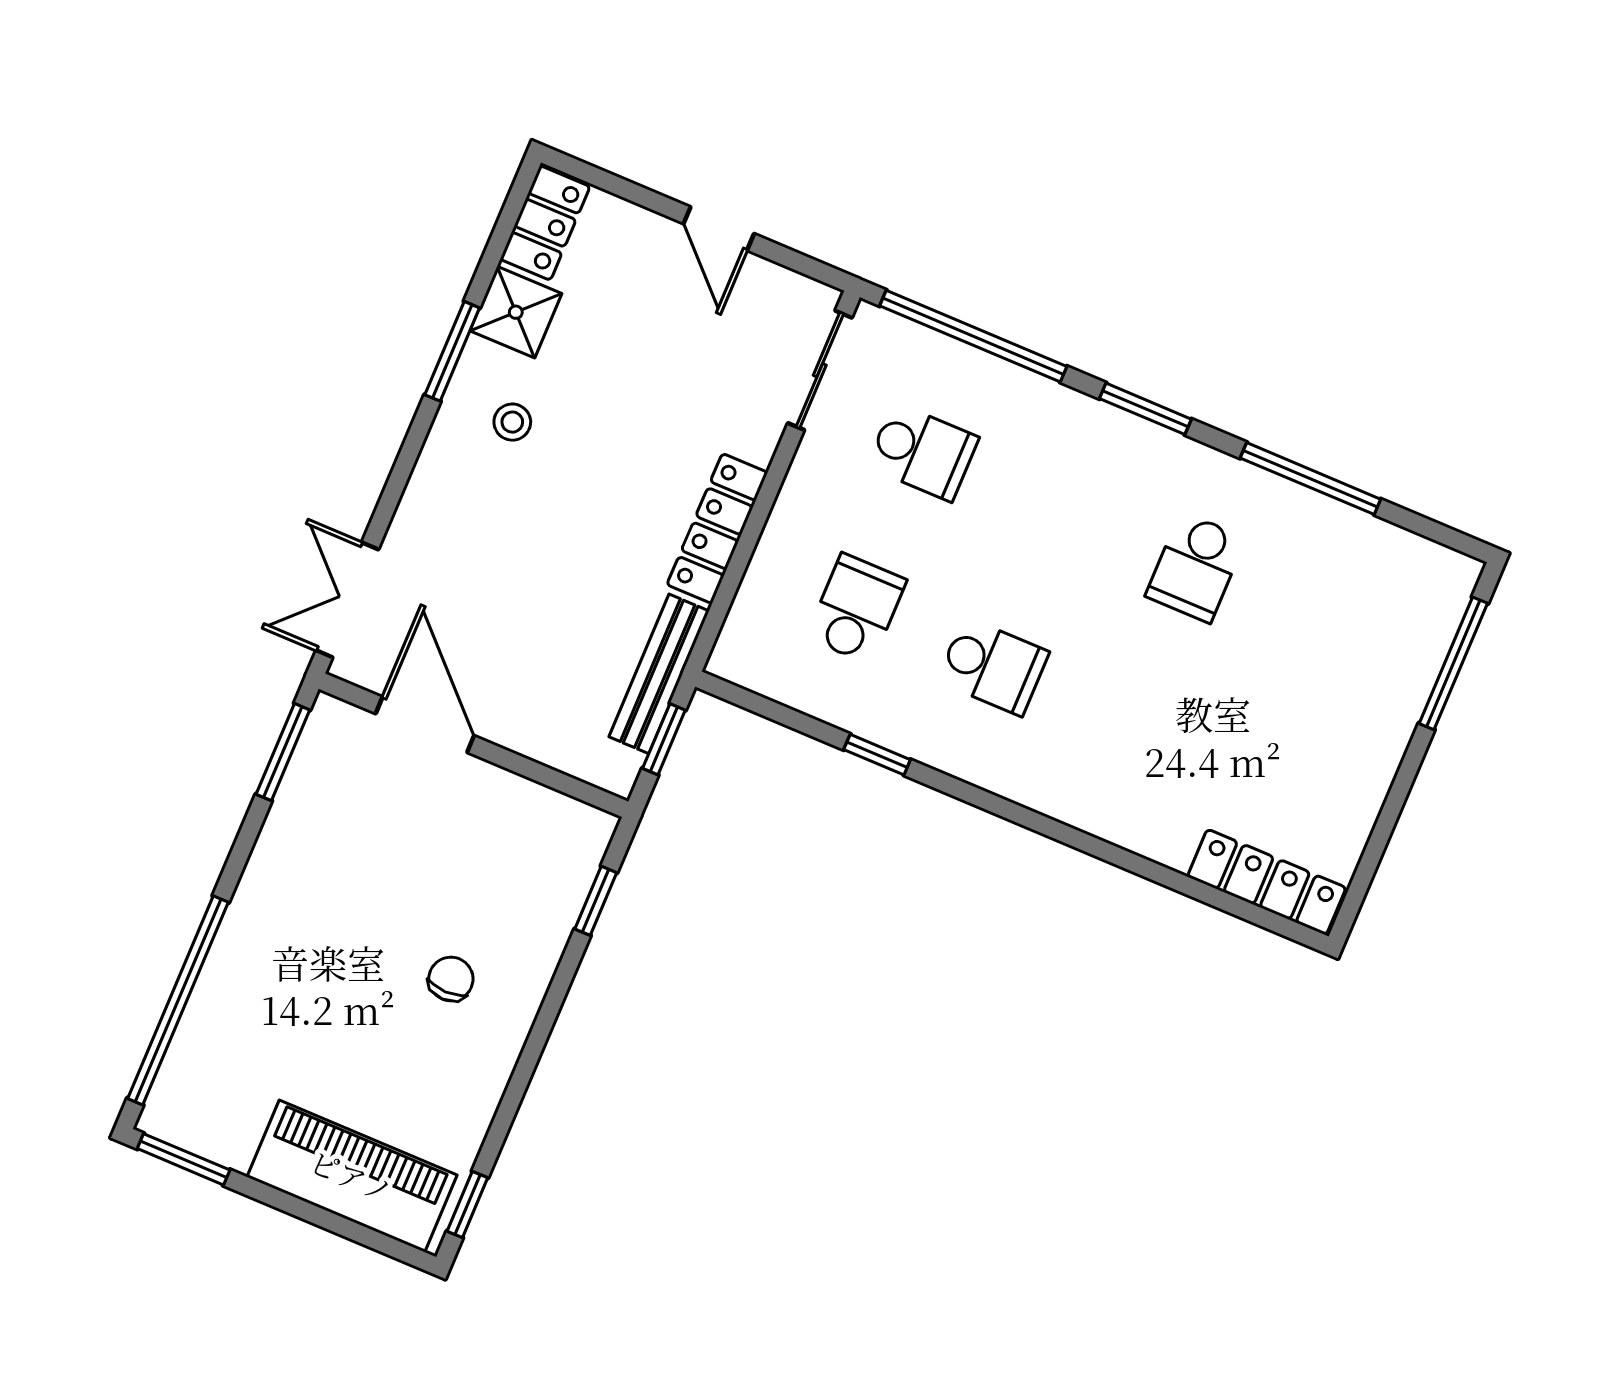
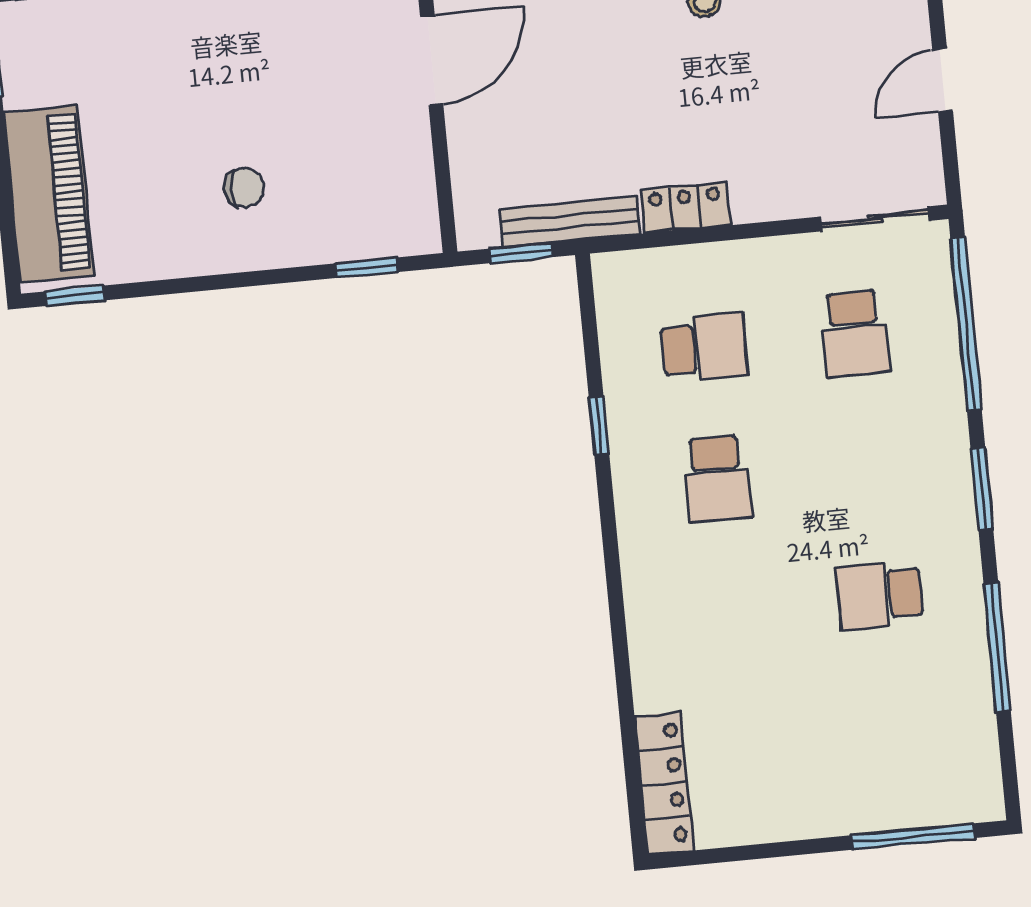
locker: (717, 529) -> (685, 208), width x0.66

